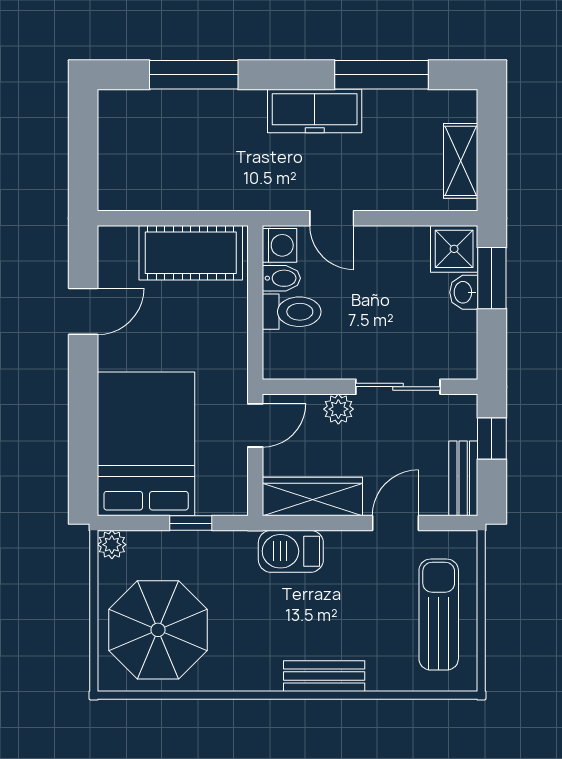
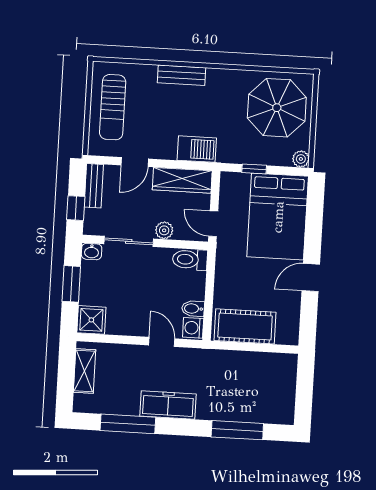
window: (492, 278) -> (71, 284), moved
washbasin: (464, 292) -> (92, 252), moved, turned 90
door: (83, 311) -> (311, 277), moved
toilet: (292, 312) -> (190, 260), moved
door: (255, 425) -> (213, 224), hinge flipped

